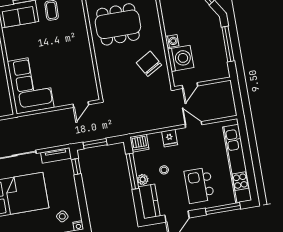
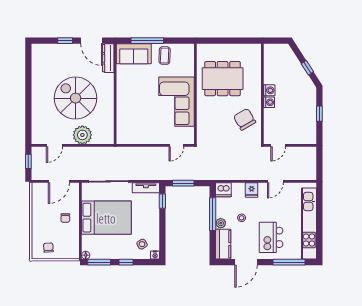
window: (228, 44) -> (319, 114), width x0.46
washing machine: (181, 58) -> (269, 90), moved, width x0.53, depth x0.53
corner sofa: (31, 85) -> (177, 102), moved, turned 180
door: (193, 125) -> (275, 181), swing flipped

